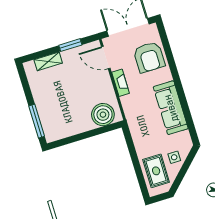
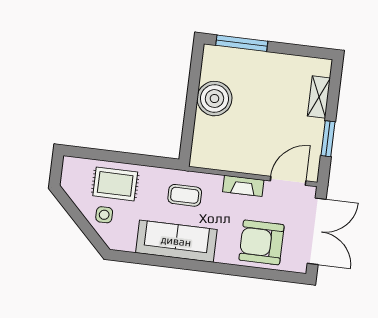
boiler: (103, 115) -> (214, 99), moved
coffee table: (141, 115) -> (185, 195), added
rug: (156, 171) -> (115, 184), moved

